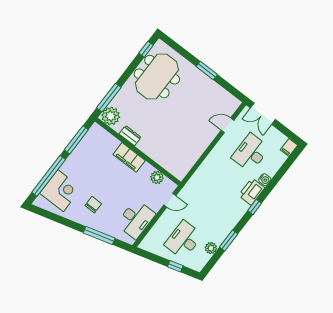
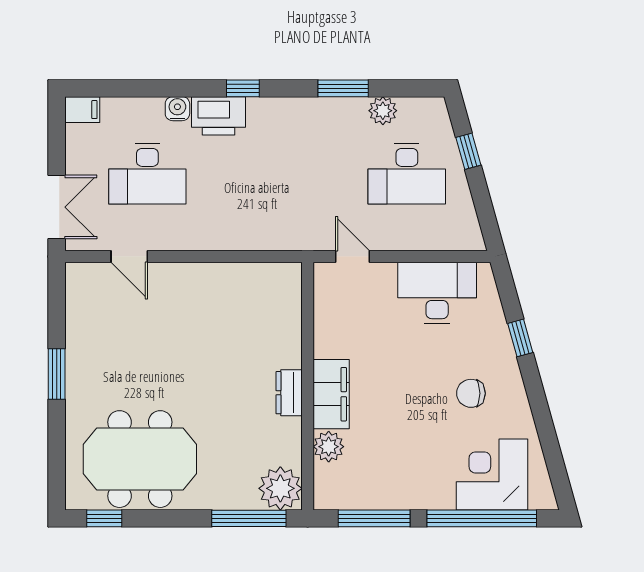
dresser: (130, 136) -> (289, 393), moved
plant: (157, 177) -> (329, 447), moved
window: (99, 235) -> (520, 338), width x0.46

